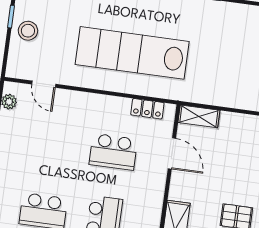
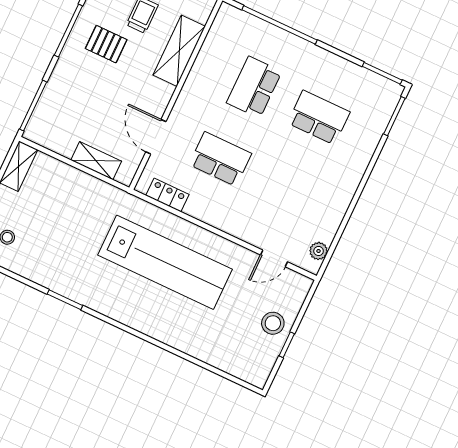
door: (44, 84) -> (274, 258), swing flipped
shelving: (199, 116) -> (96, 161), moved

